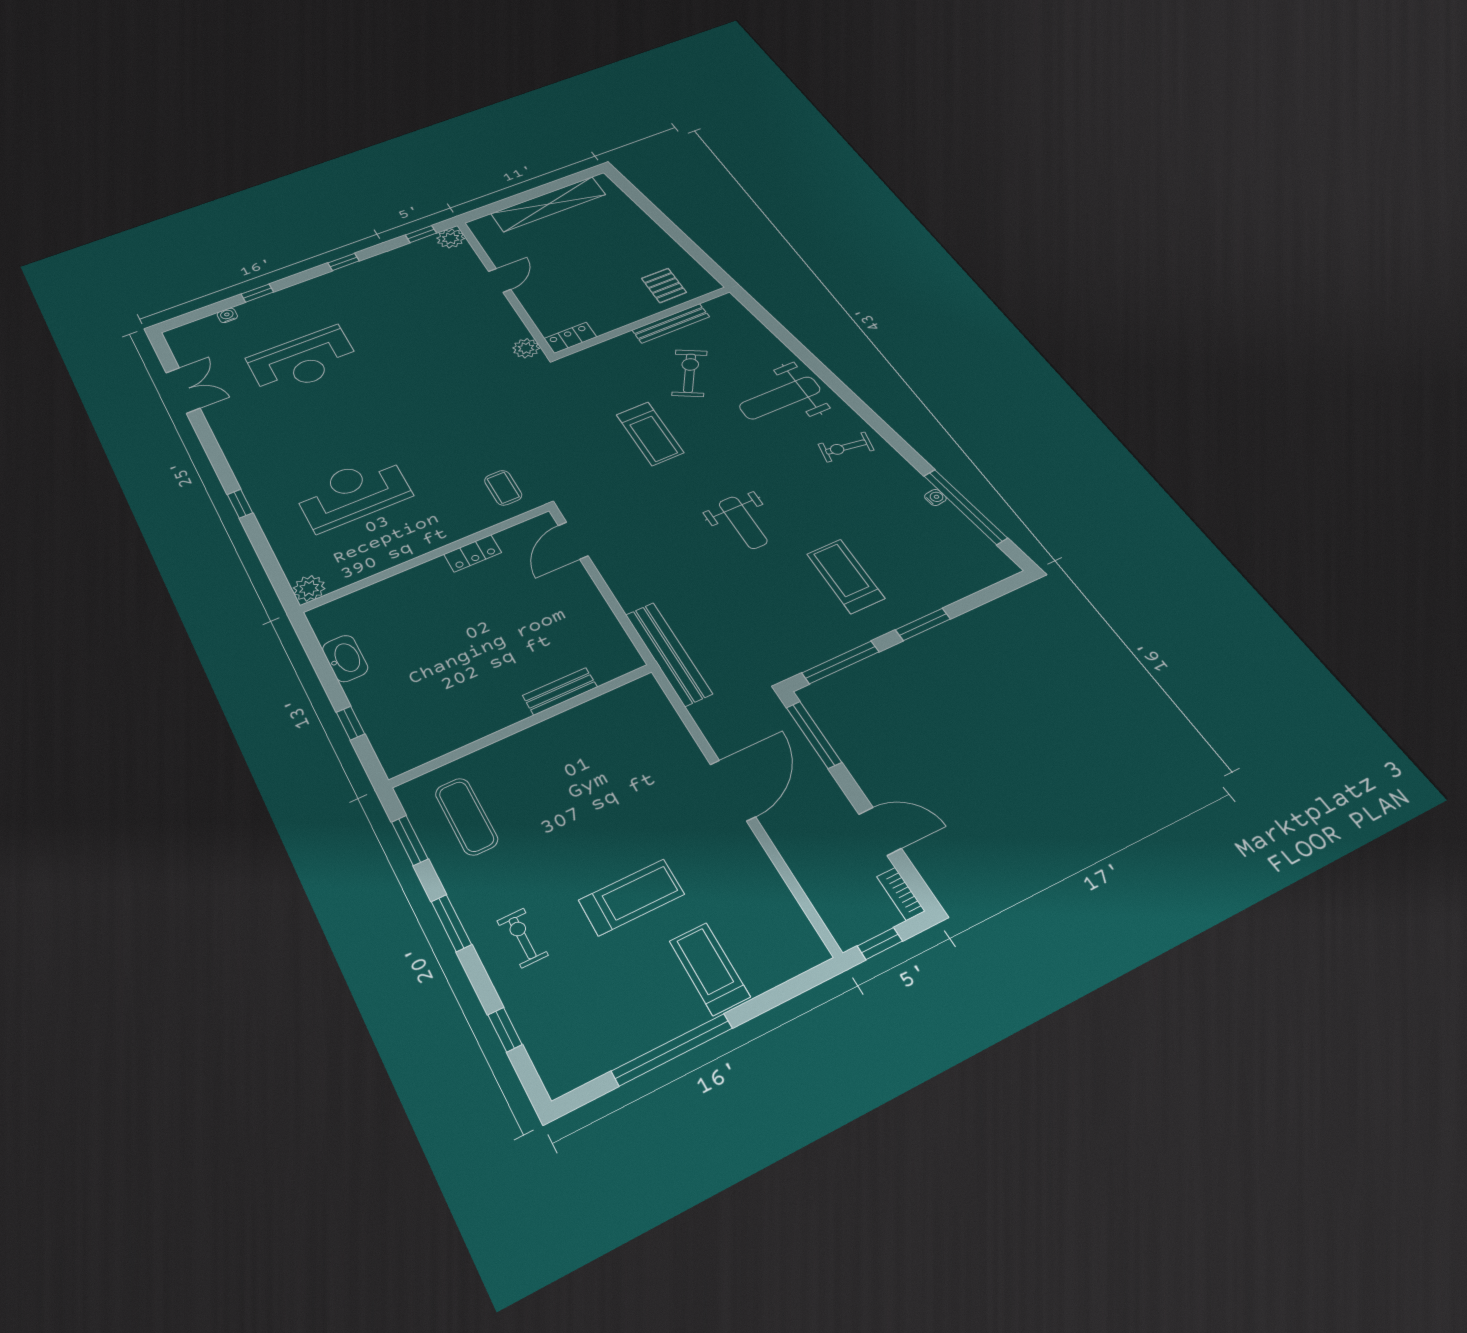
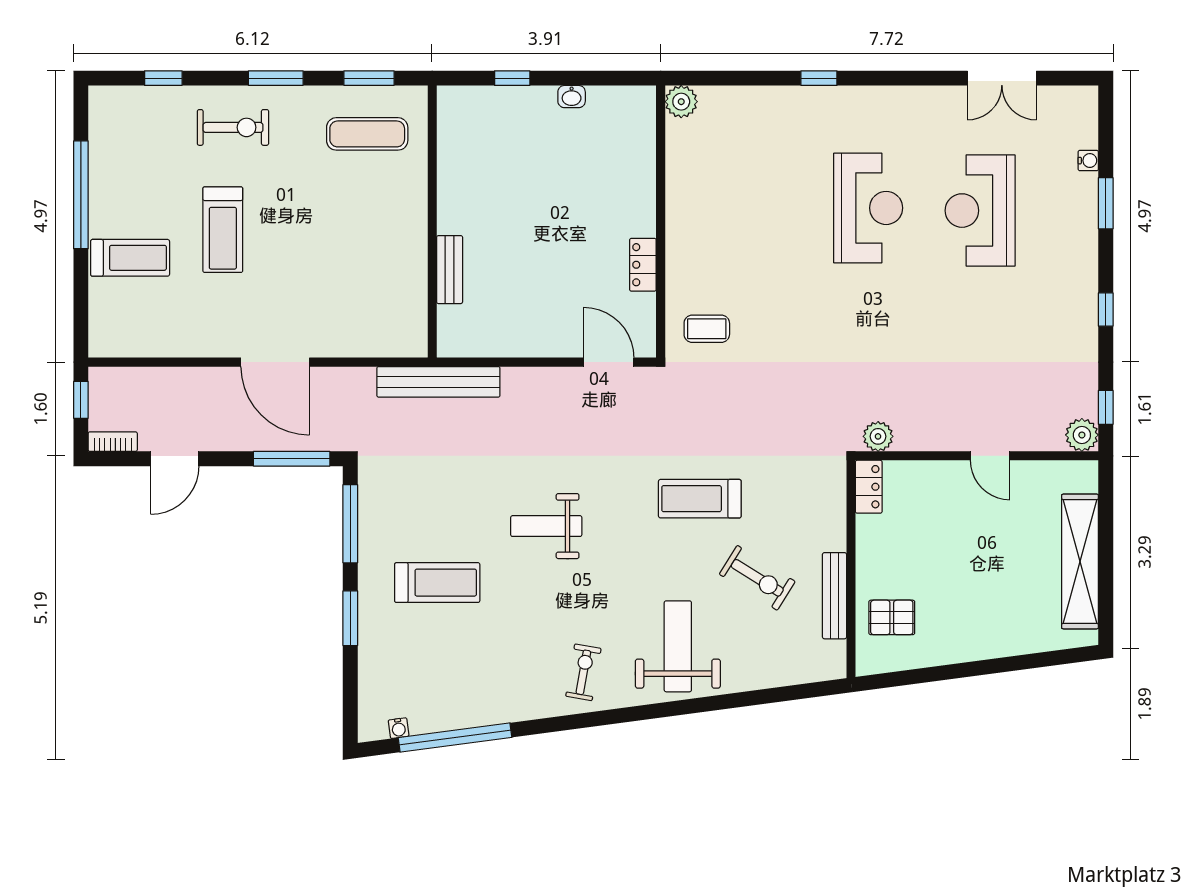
window: (257, 293) -> (1106, 203), width x1.50
reception desk: (353, 493) -> (868, 208), moved
water cooler: (935, 497) -> (399, 728), moved
washbasin: (345, 658) -> (572, 97), width x0.52, depth x0.69
exercise bike: (523, 938) -> (233, 127), width x1.38, depth x1.39

